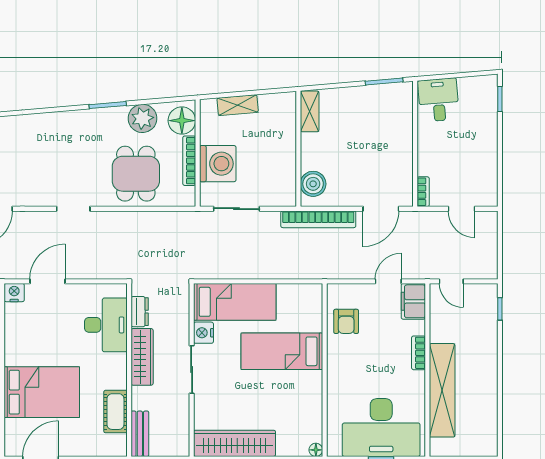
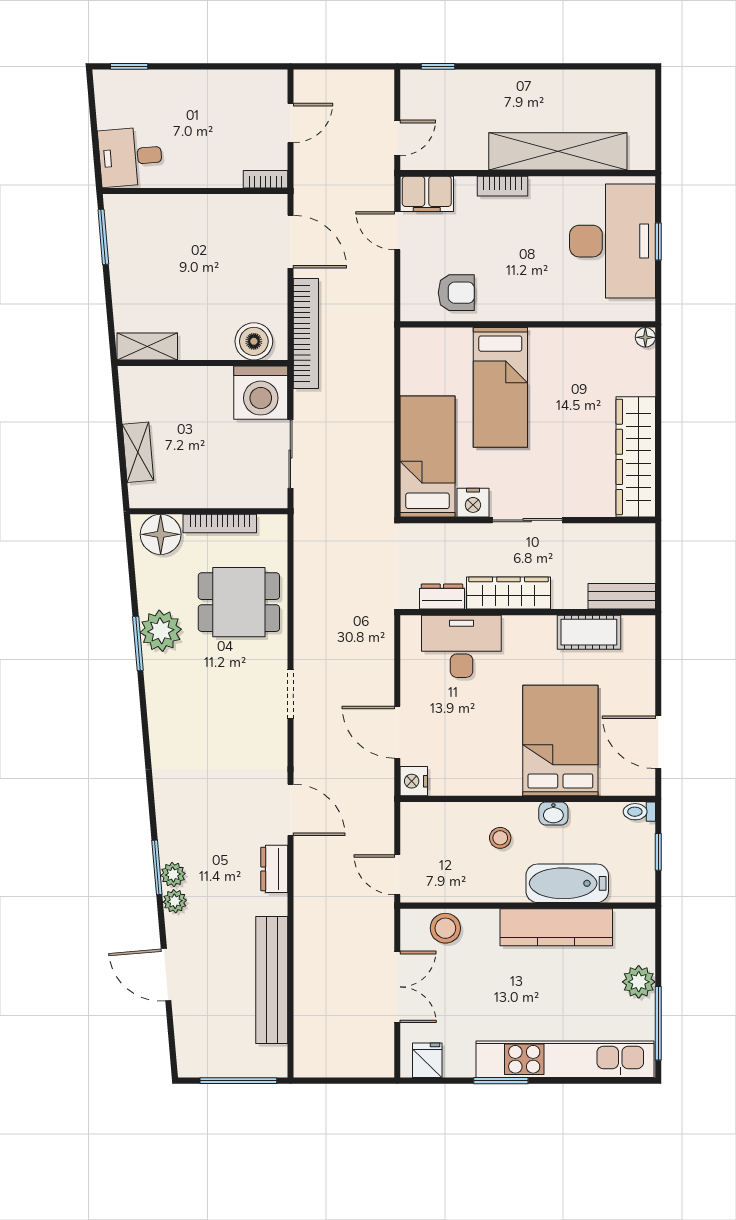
plant: (142, 118) -> (161, 631), moved
washing machine: (218, 164) -> (261, 393), moved, turned 180

